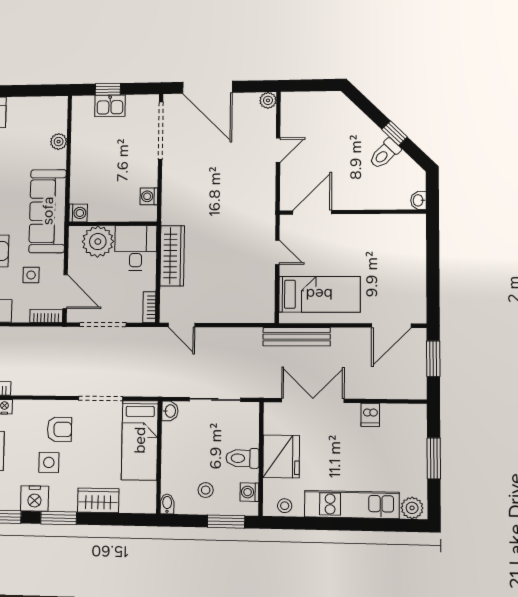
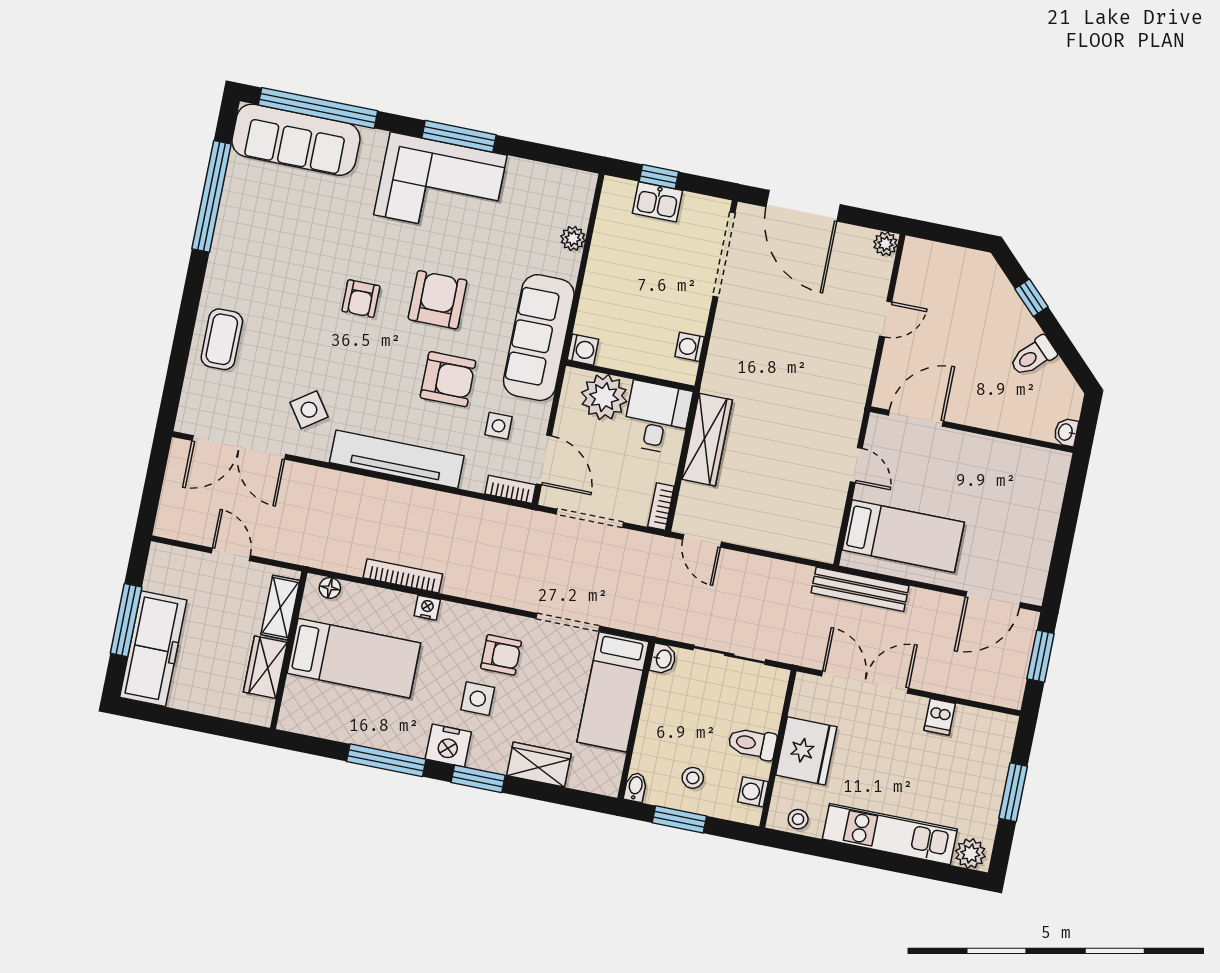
window: (395, 133) -> (1031, 298), moved
window: (226, 522) -> (679, 819), moved

